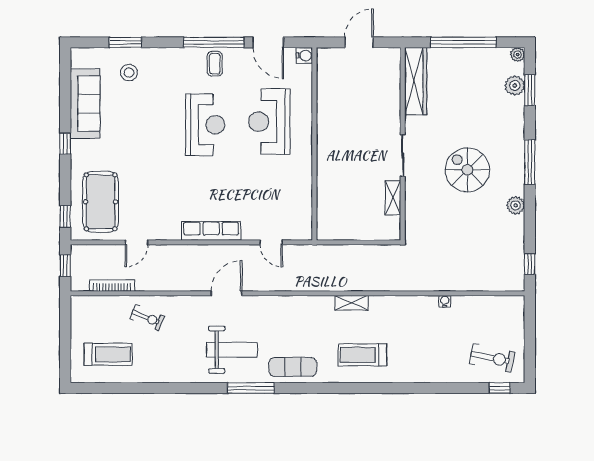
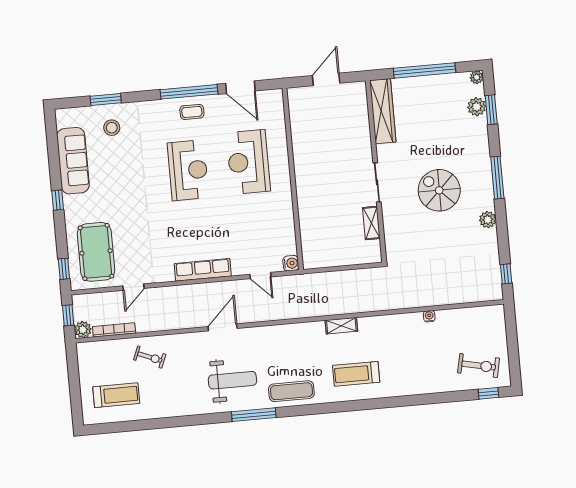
water cooler: (304, 55) -> (291, 263), moved
coffee table: (215, 64) -> (192, 112), turned 90
plant: (79, 282) -> (83, 330), added

